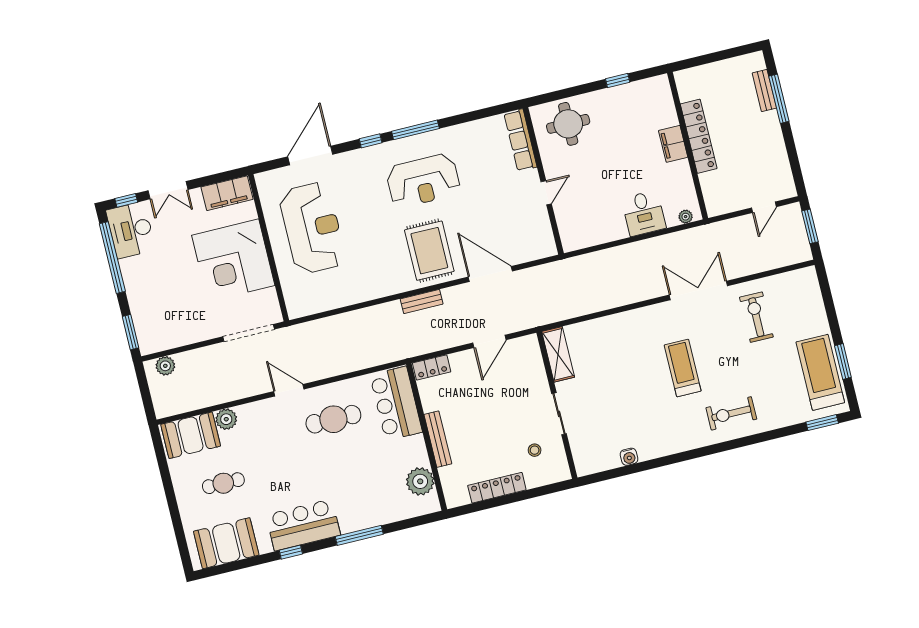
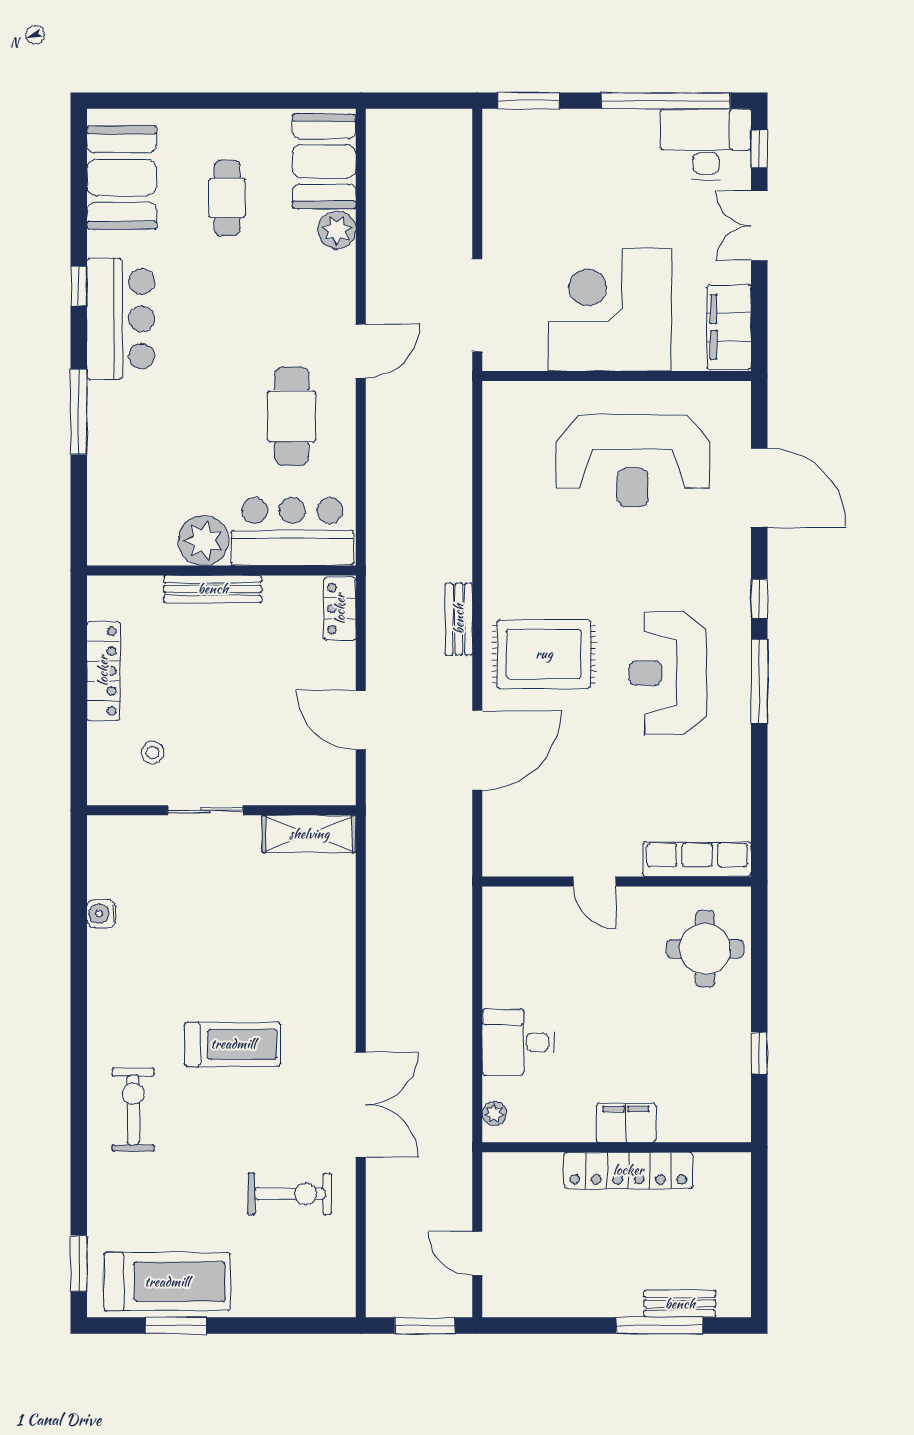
plant: (165, 366) -> (455, 147), removed
plant: (420, 481) -> (203, 541), moved

